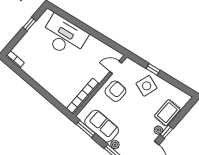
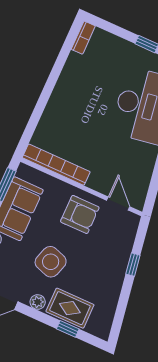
side table: (147, 86) -> (51, 262), moved
window: (166, 132) -> (68, 329), moved

